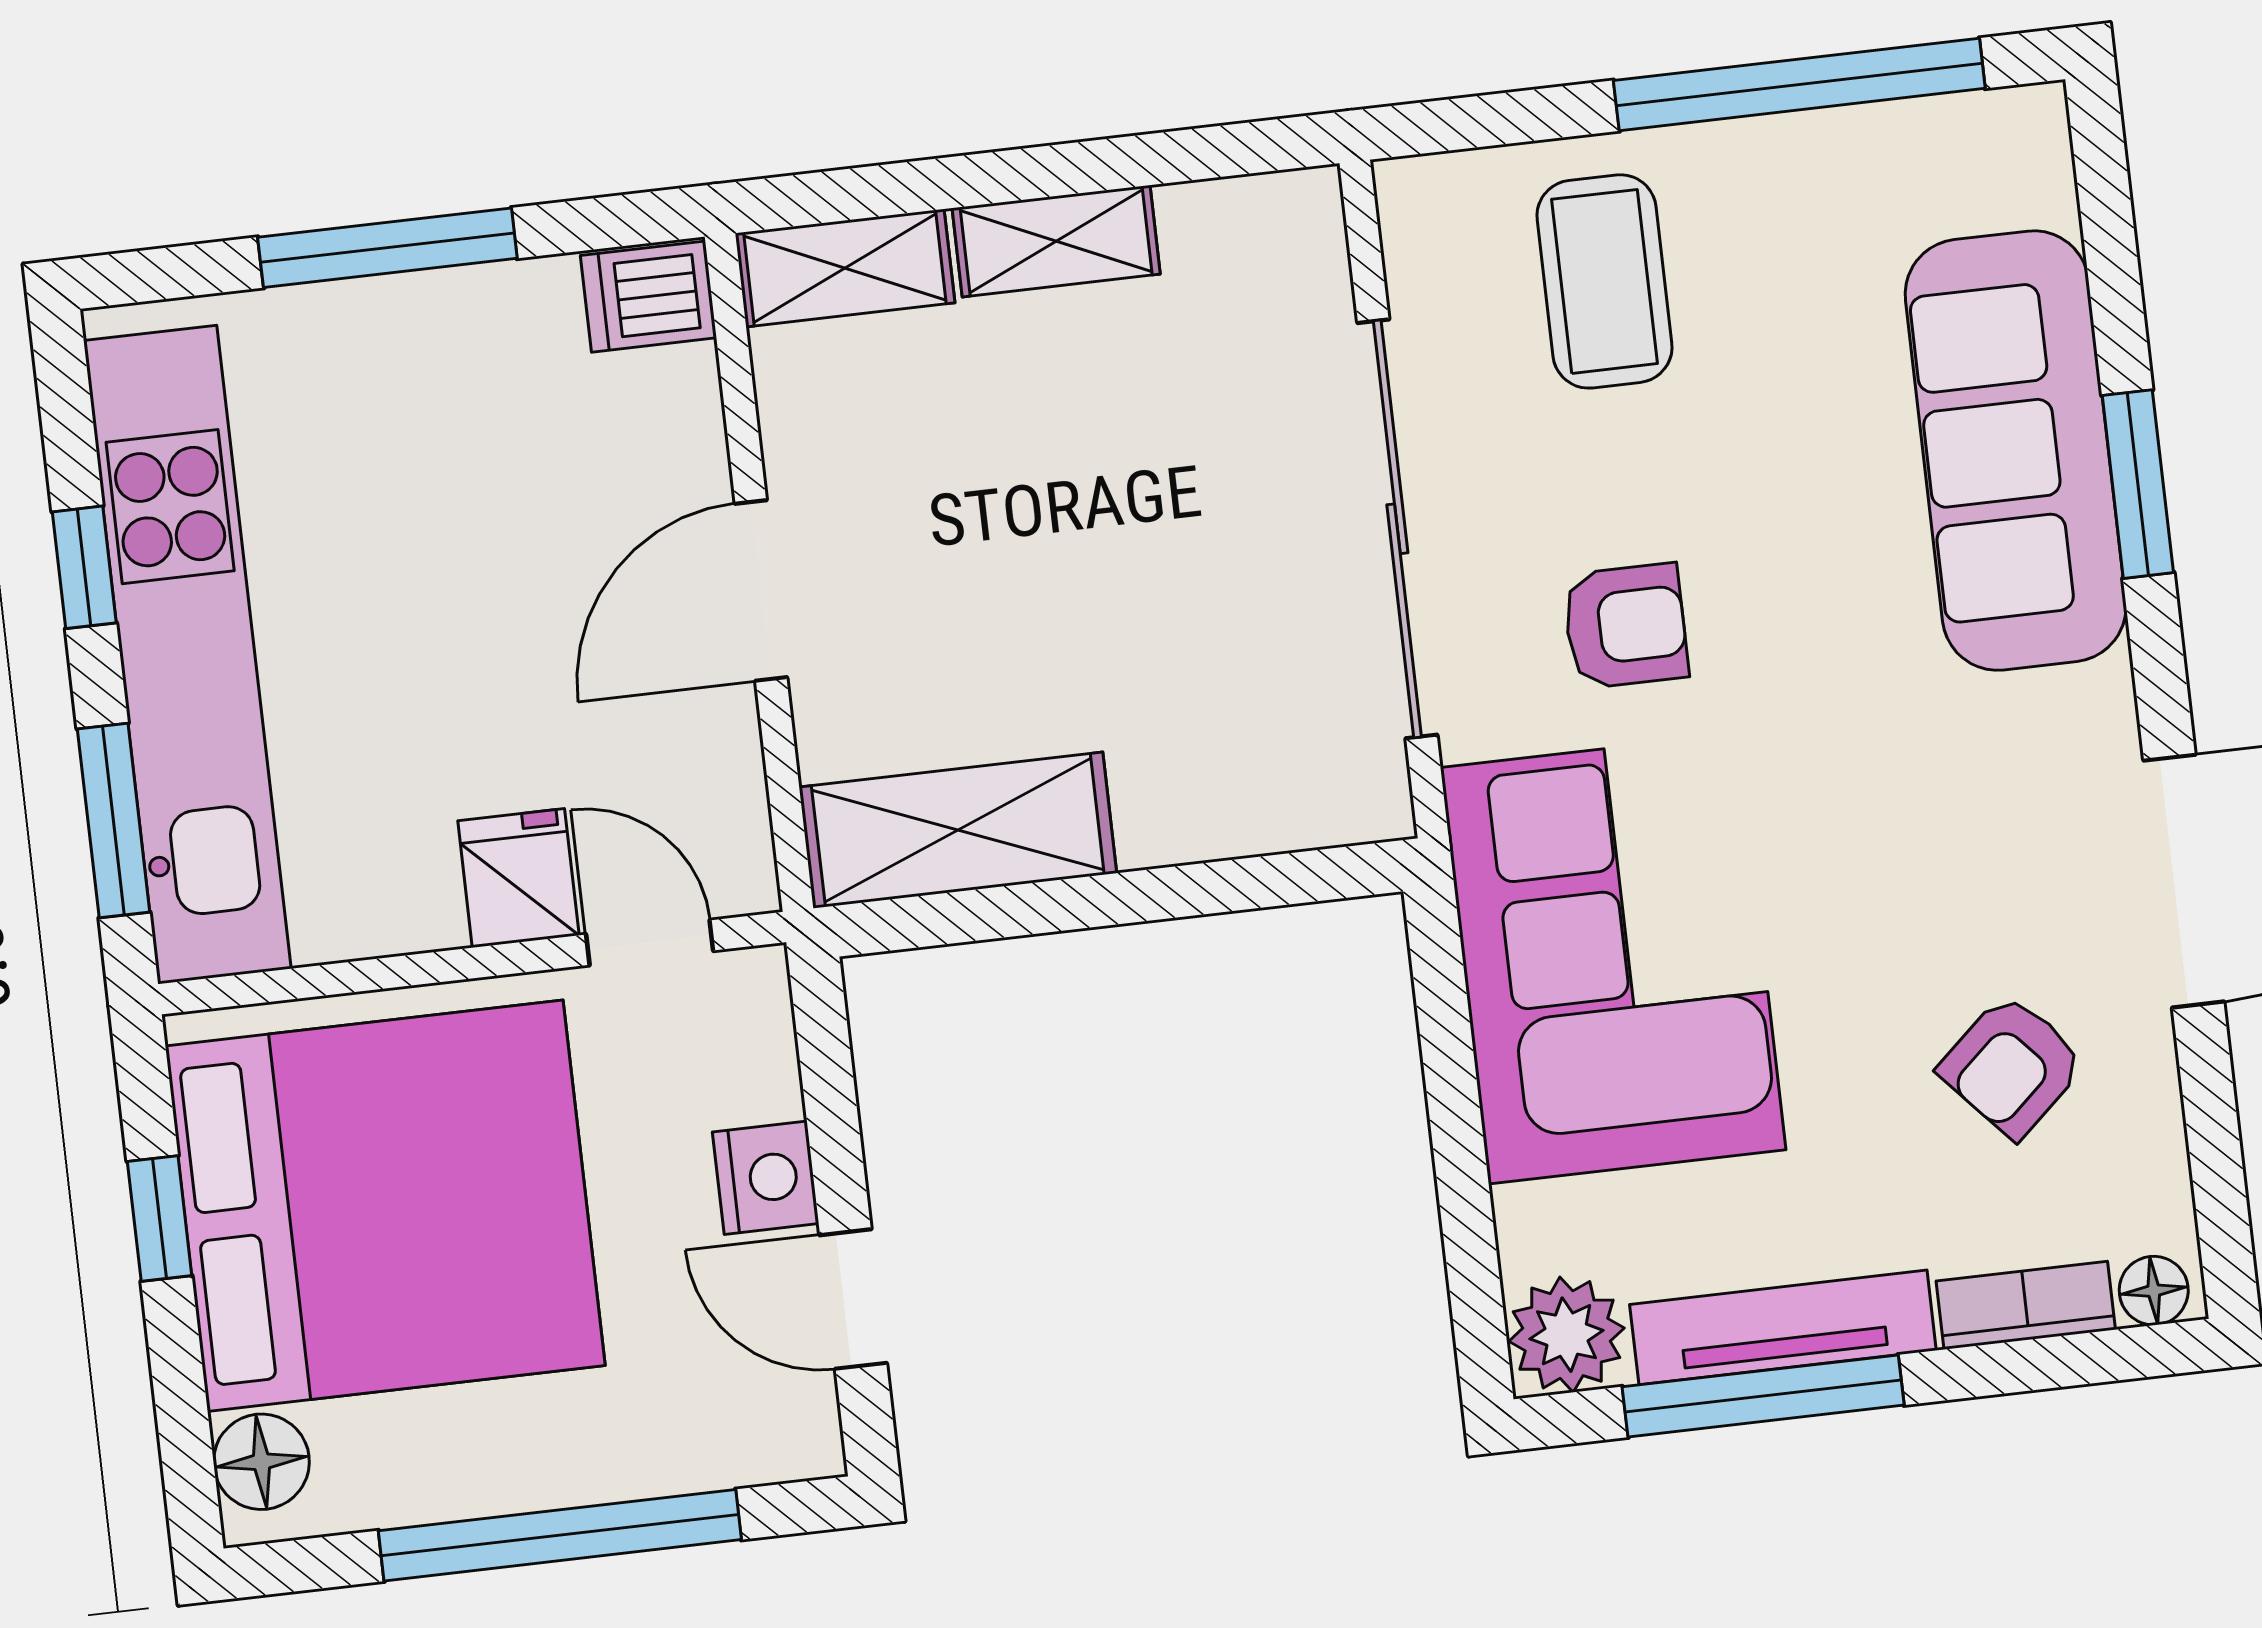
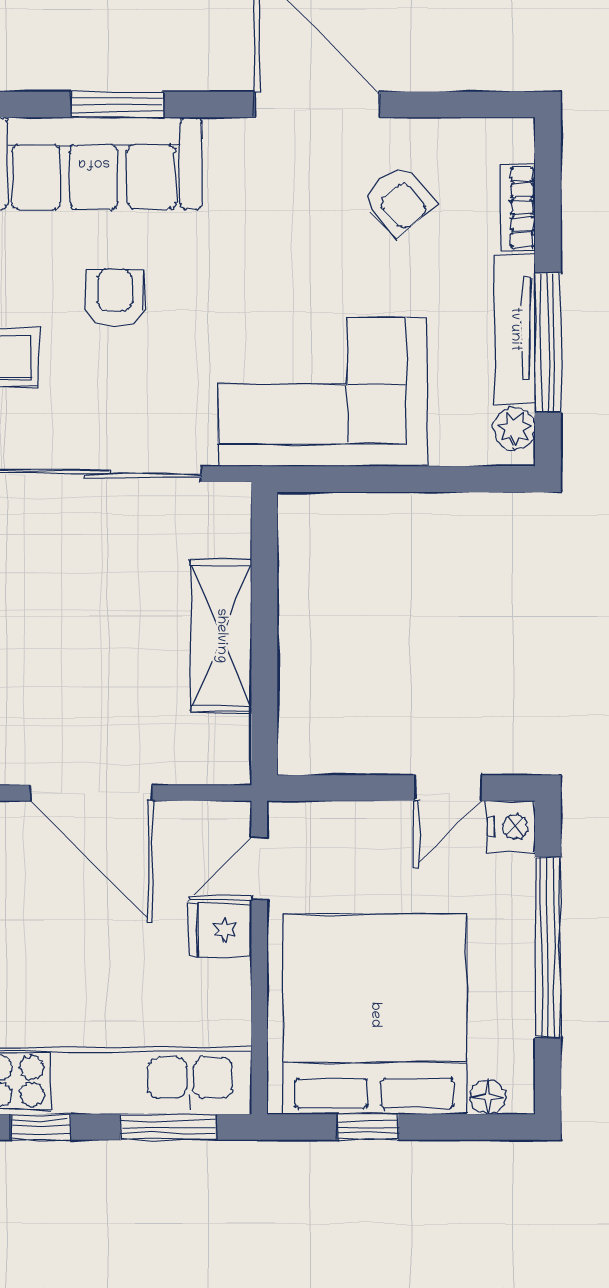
door: (761, 591) -> (91, 793), width x1.36
armchair: (1625, 626) -> (115, 298), moved
shelving: (958, 830) -> (221, 636), moved
nightstand: (766, 1178) -> (511, 826), moved, turned 90
floor lamp: (2154, 1291) -> (518, 143), removed
plant: (1567, 1335) -> (514, 429), width x0.73, depth x0.73
floor lamp: (261, 1462) -> (488, 1097), width x0.73, depth x0.73

